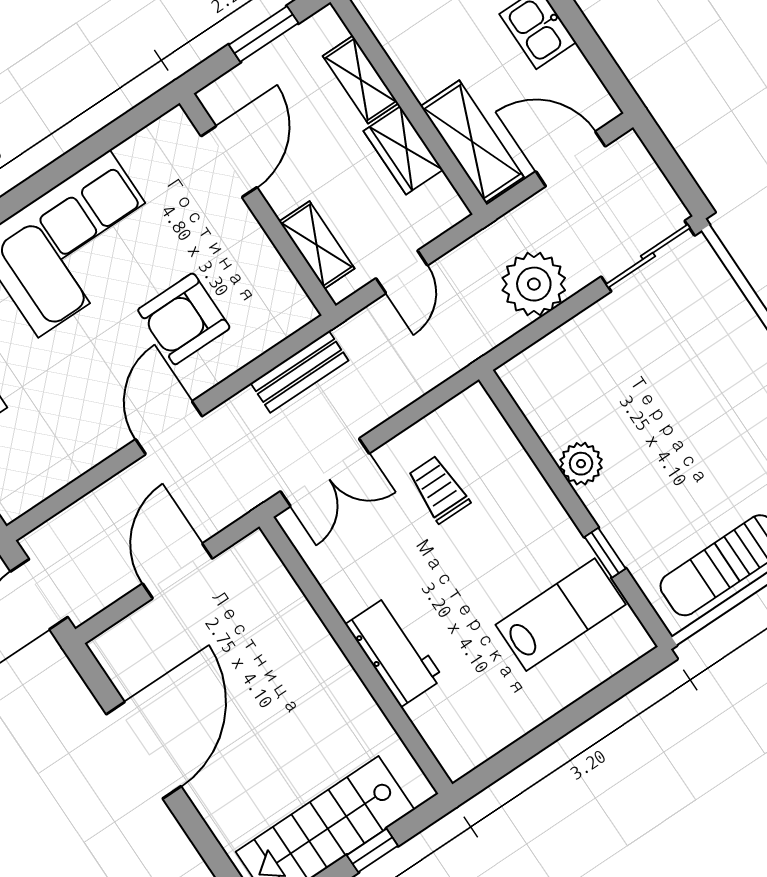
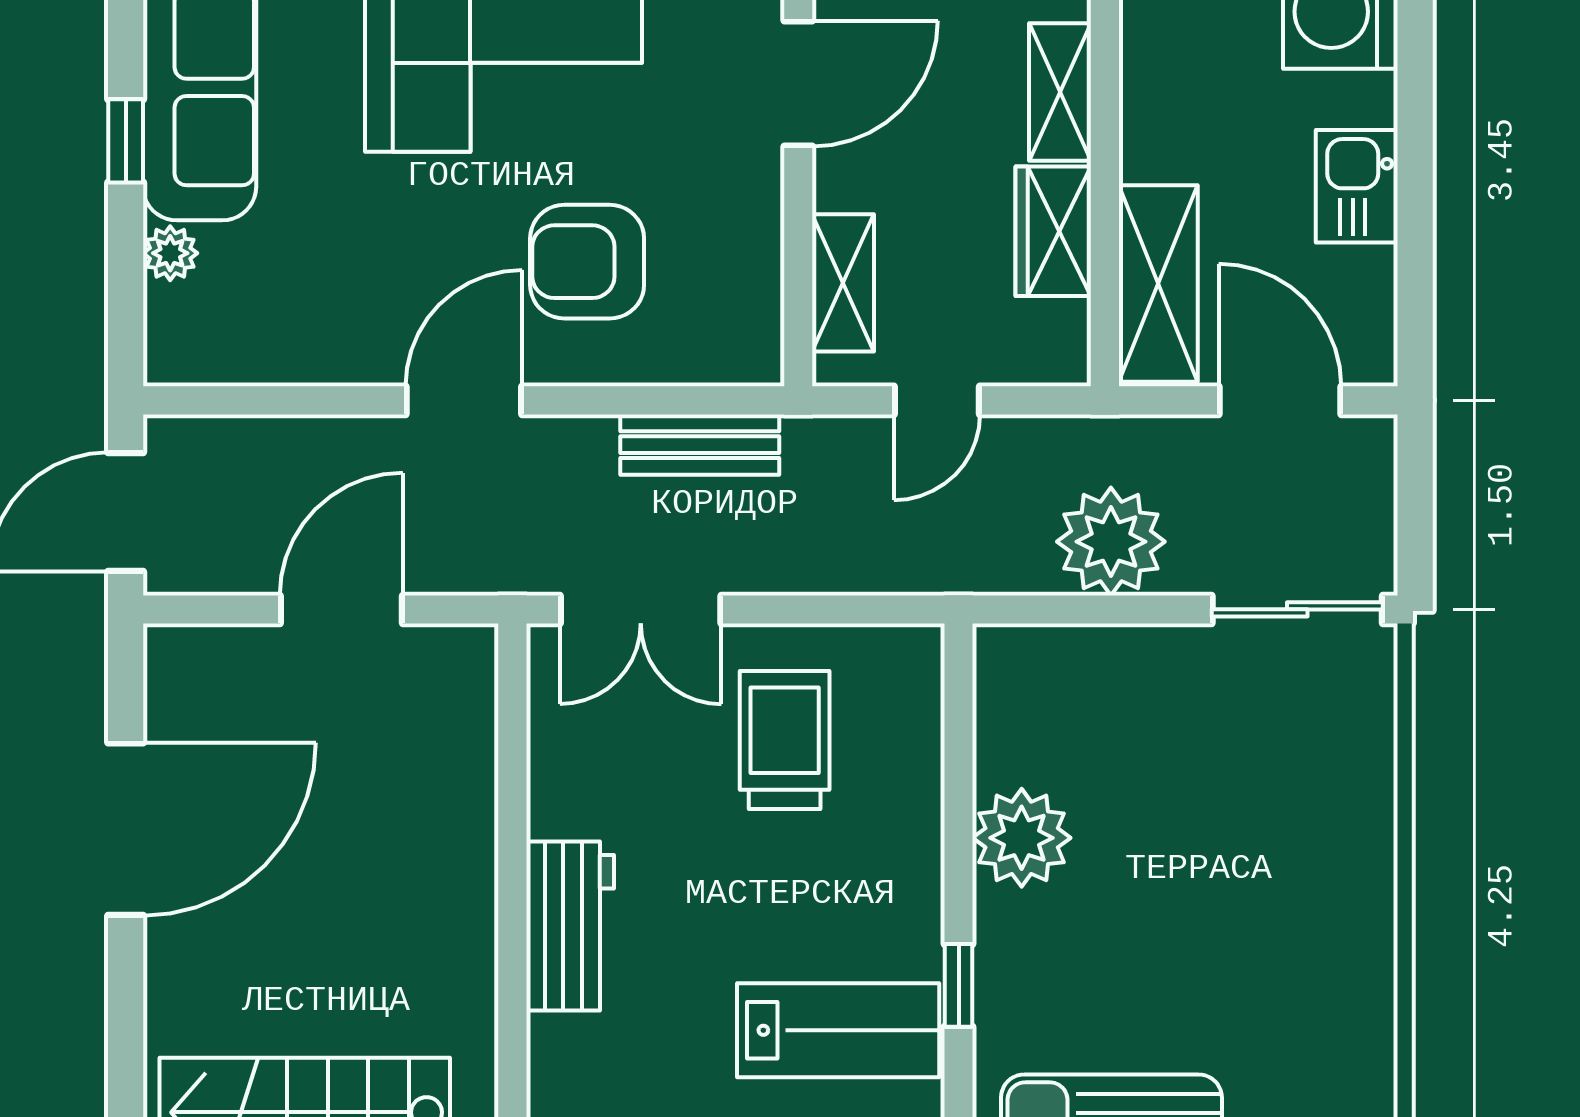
plant: (581, 464) -> (1022, 838), width x1.36, depth x1.36
trolley: (439, 489) -> (785, 740), width x1.36, depth x1.39

